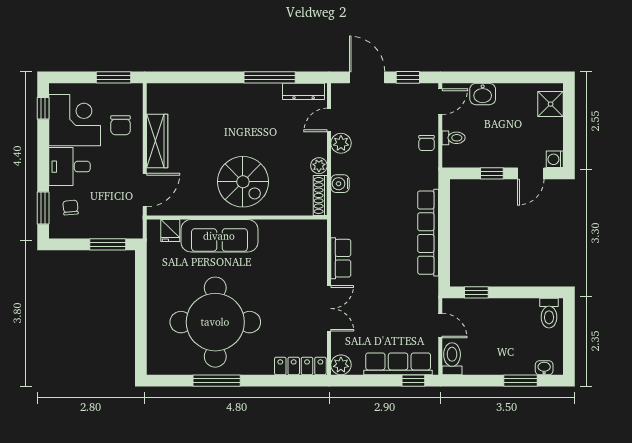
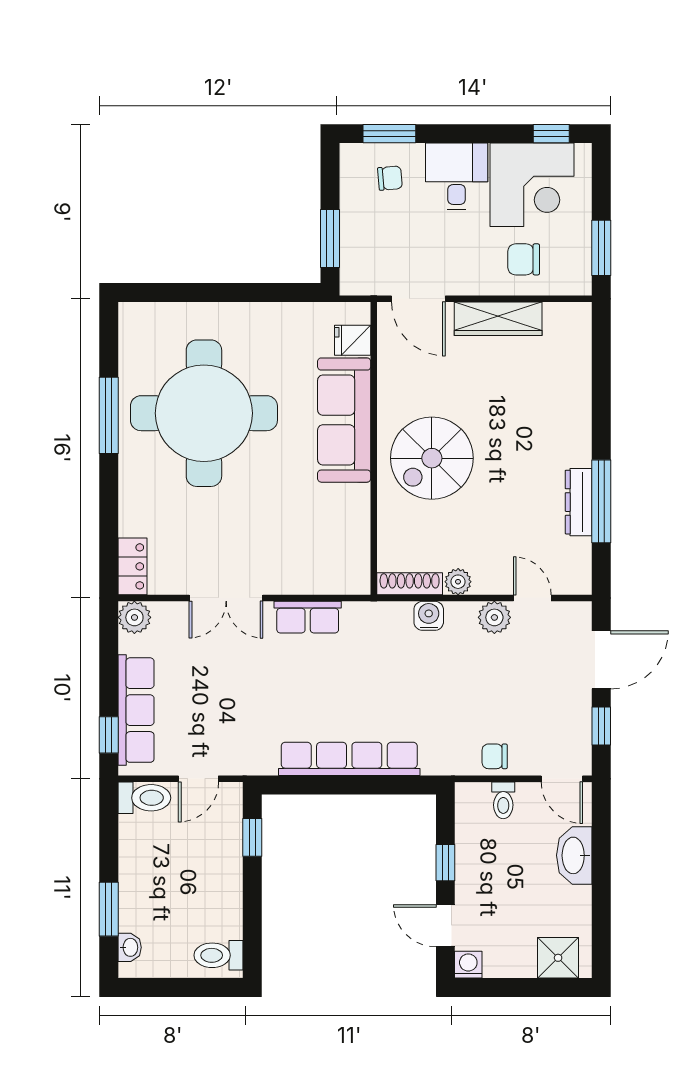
dresser: (304, 91) -> (579, 502), moved
washbasin: (483, 94) -> (574, 855), width x1.38
locker: (300, 366) -> (133, 566), width x0.66

